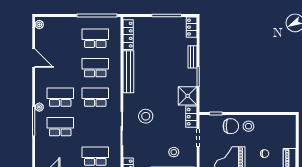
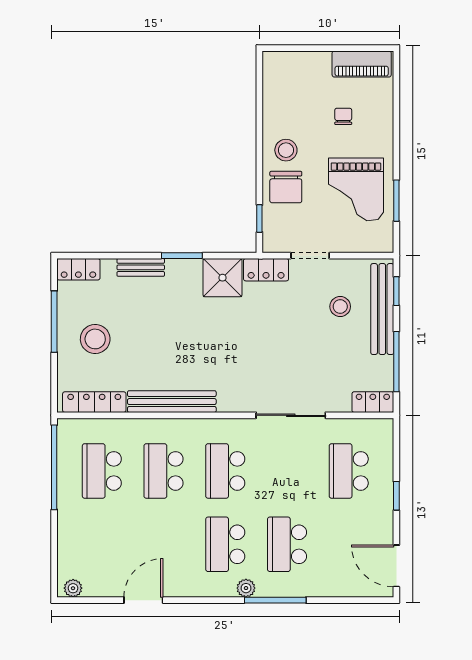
stool: (146, 116) -> (95, 339), moved
chair: (231, 126) -> (286, 187), turned 180

